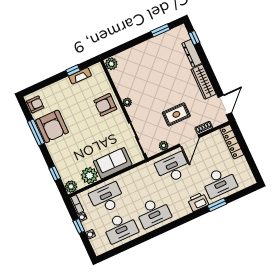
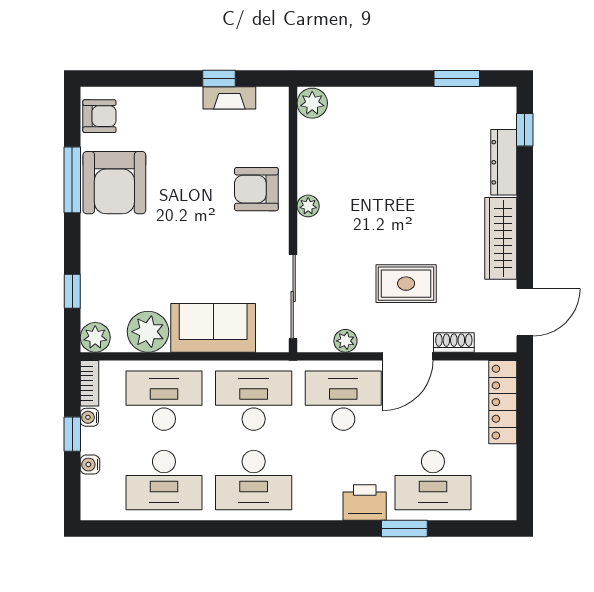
desk: (140, 183) -> (254, 401), added

